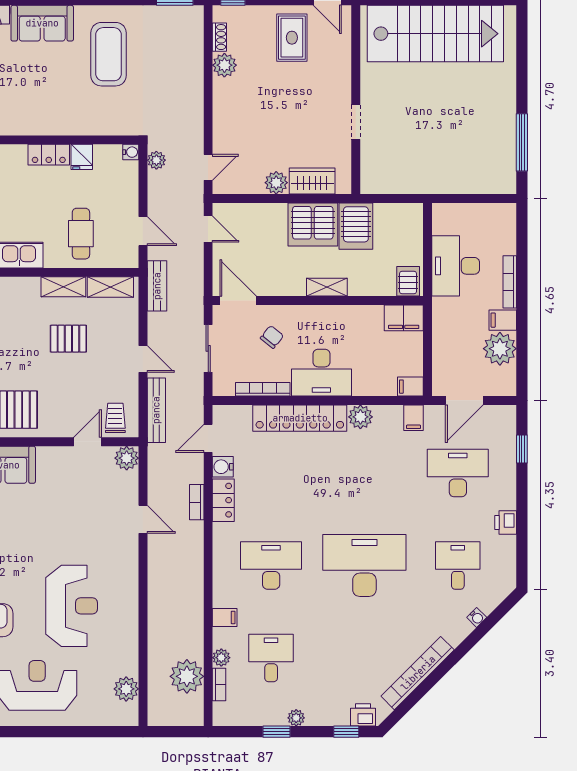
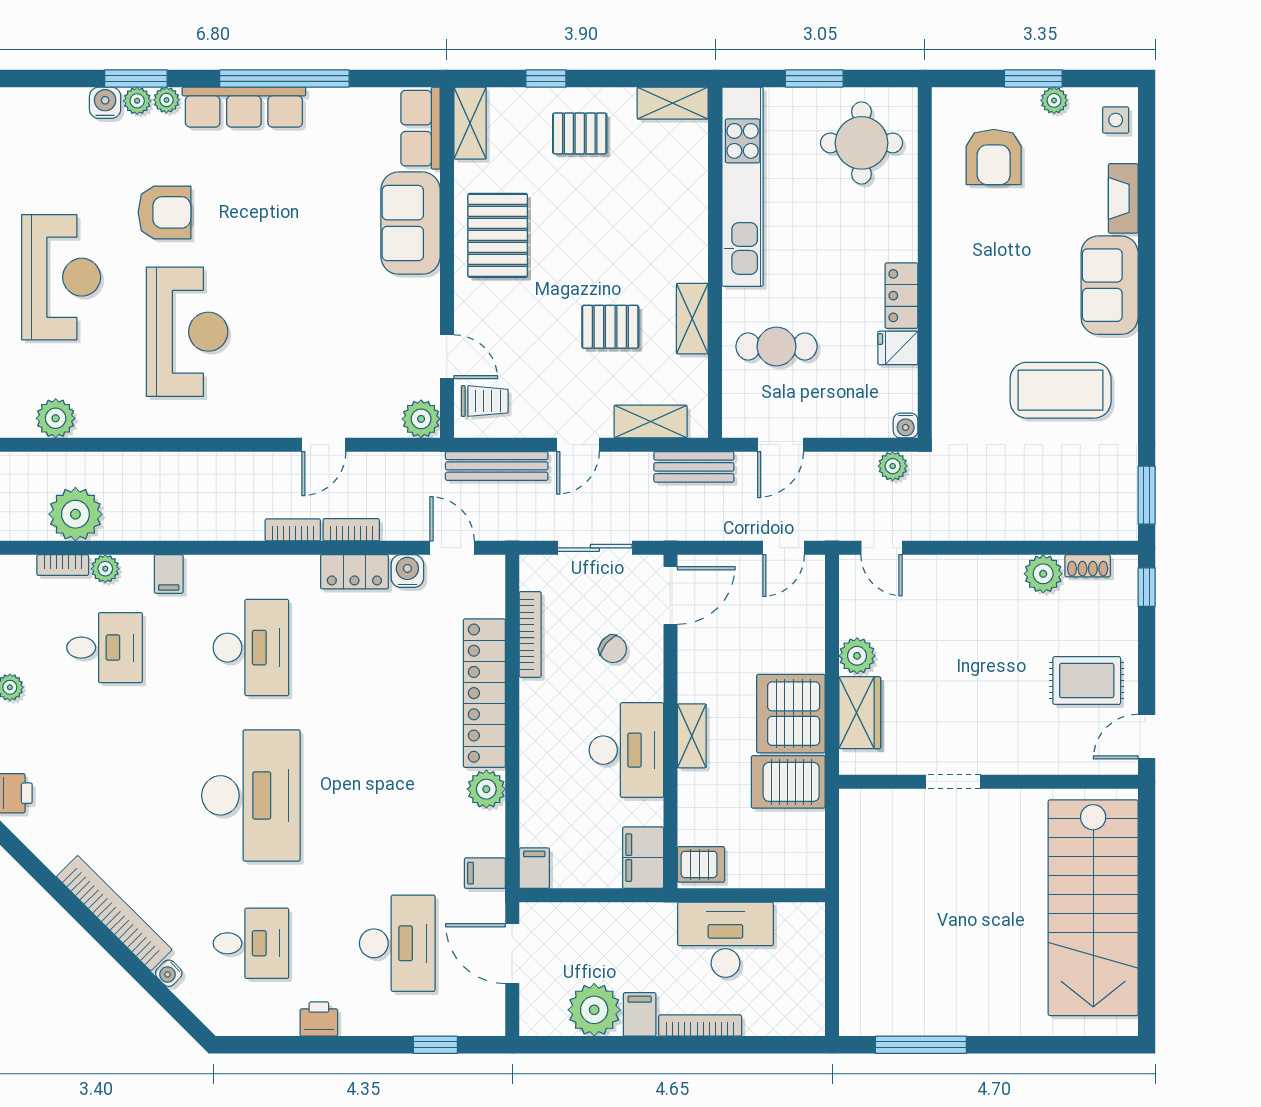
shelving: (110, 287) -> (651, 421), moved, turned 90
pallet: (68, 339) -> (610, 327), turned 90
desk: (321, 373) -> (626, 750), moved, turned 180
bookcase: (197, 539) -> (293, 530), added
reception desk: (72, 606) -> (187, 332), turned -90
bookcase: (418, 673) -> (114, 913), moved

